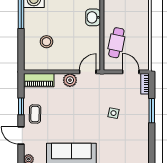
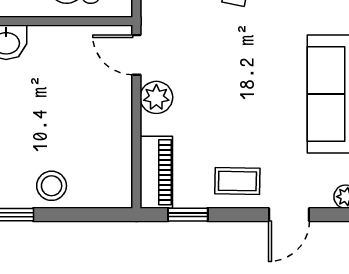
stool: (46, 42) -> (52, 186), moved
window: (21, 106) -> (188, 215), moved

